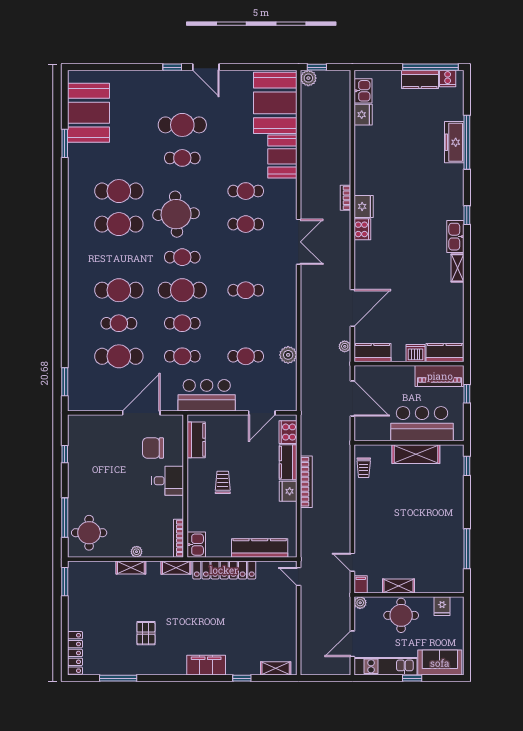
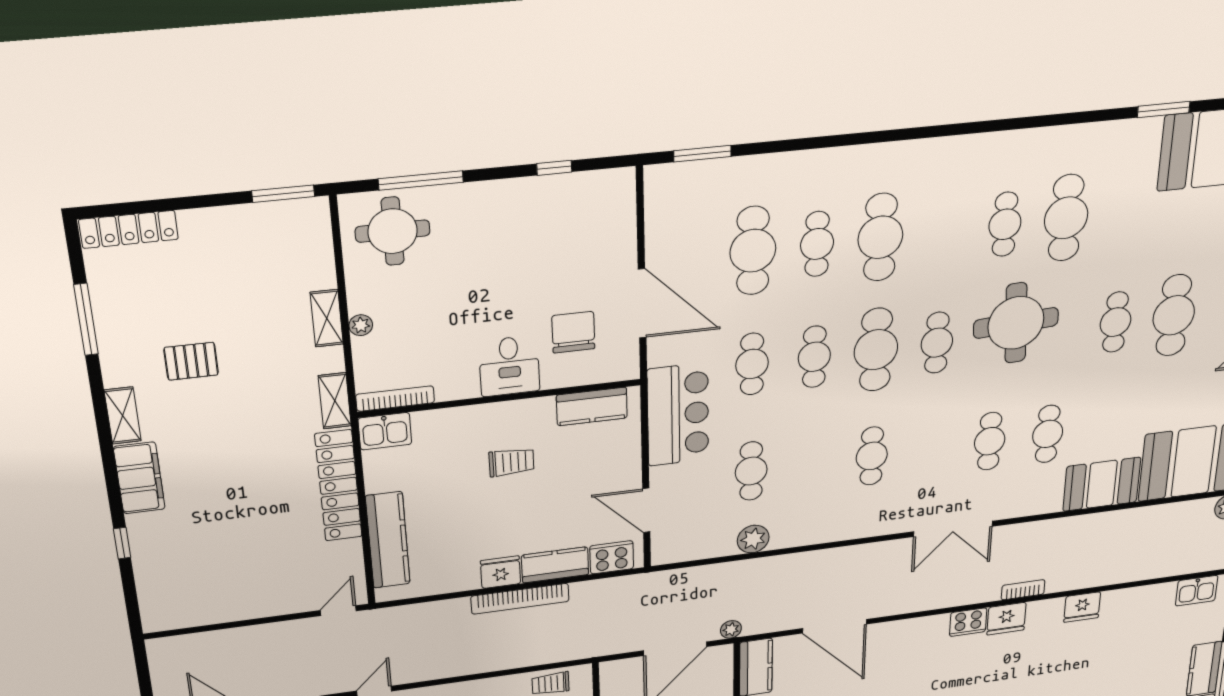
fridge: (363, 115) -> (1082, 607), moved
cafe table: (119, 224) -> (1005, 224), width x0.73, depth x0.74
plant: (345, 346) -> (731, 629), moved
shelving: (276, 668) -> (123, 416), moved

